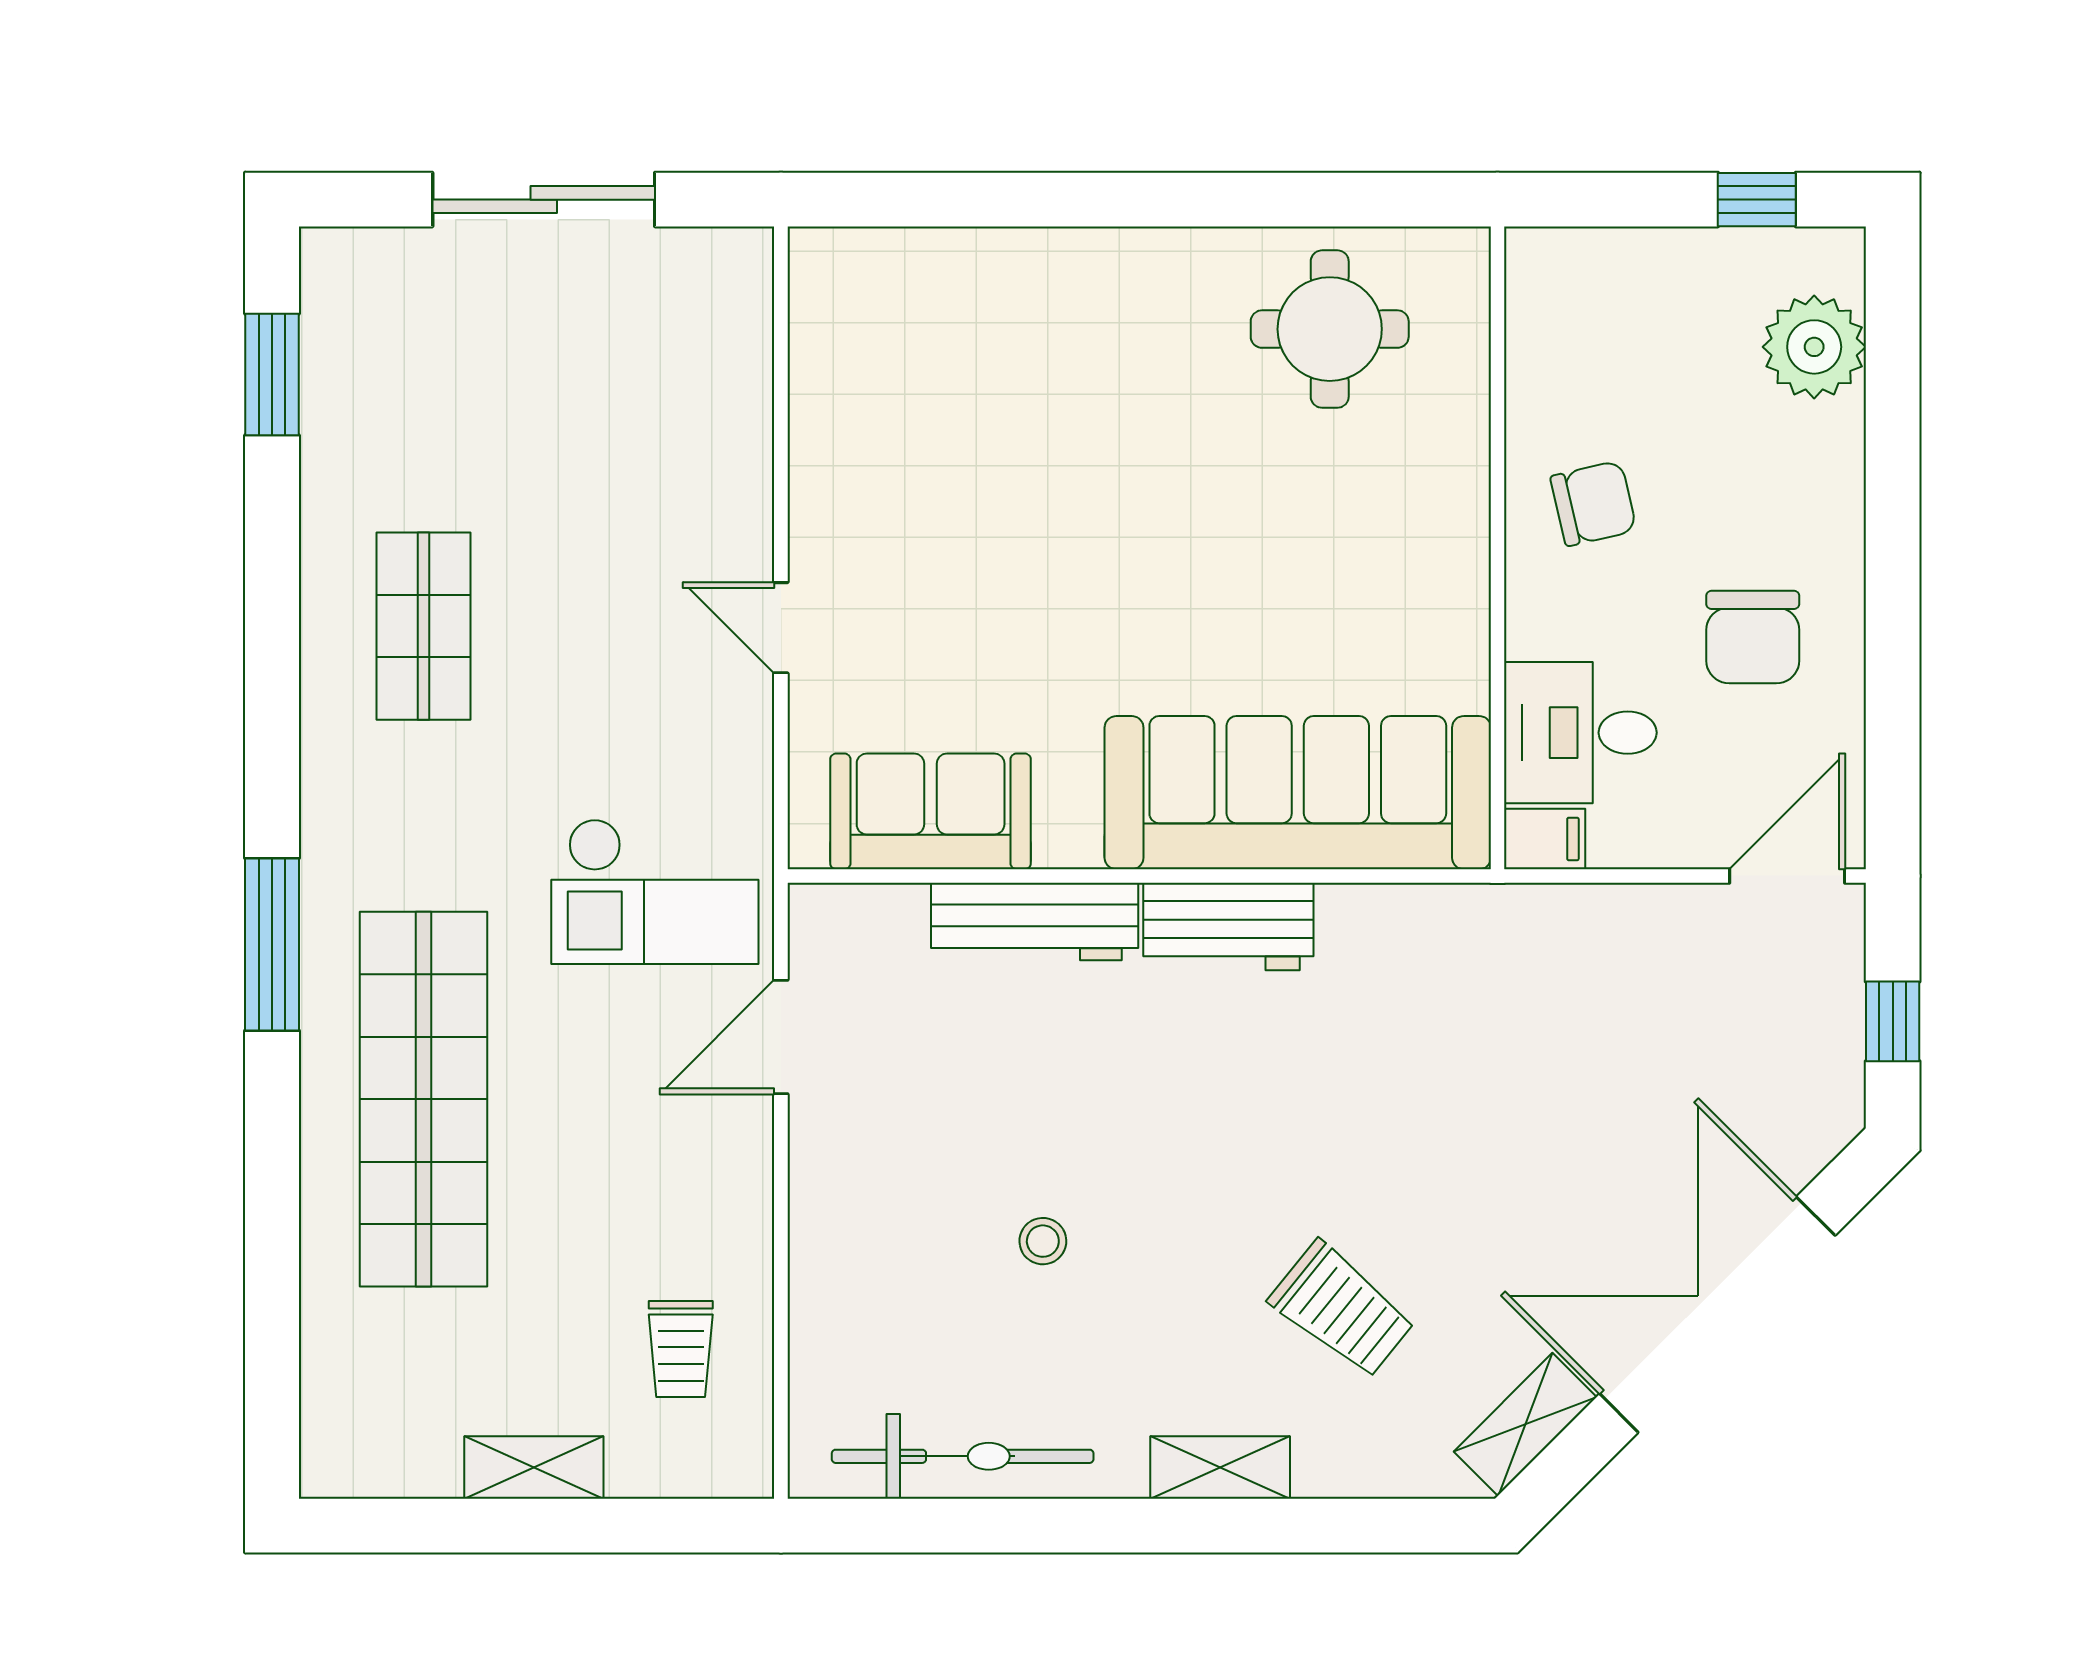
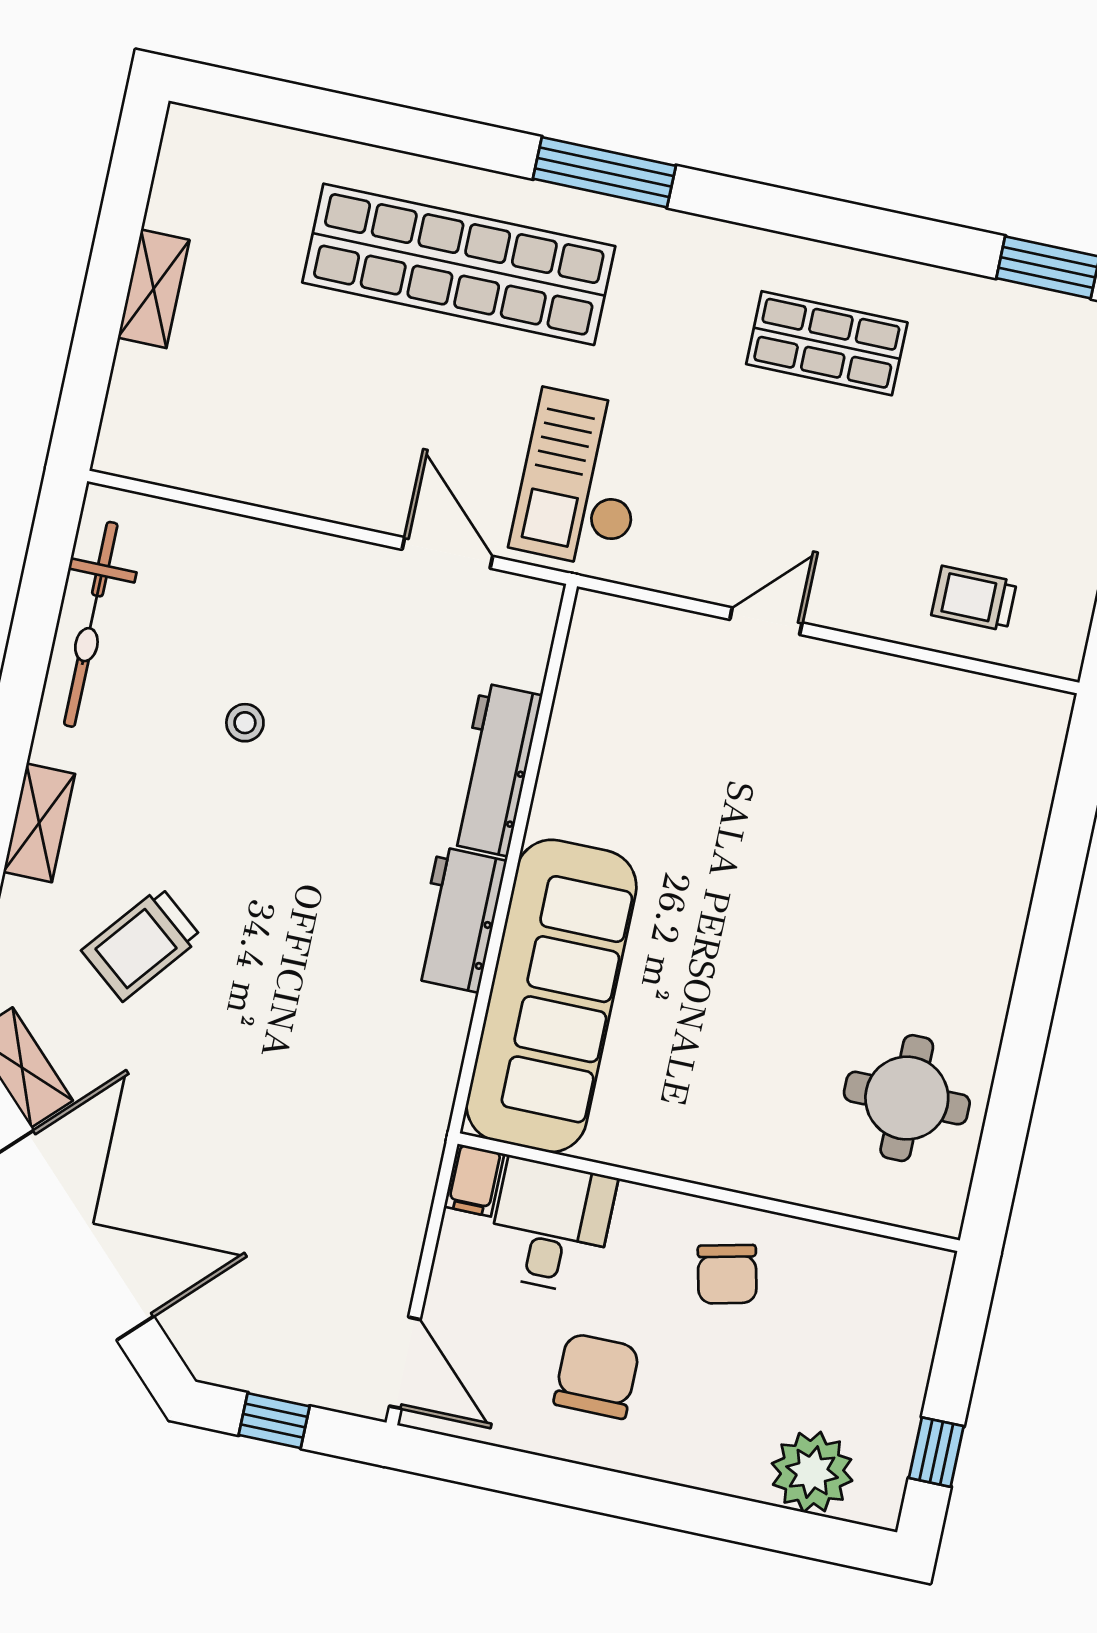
chair: (1753, 637) -> (597, 1376), turned 90
sofa: (931, 811) -> (598, 707), removed
trolley: (681, 1349) -> (974, 598), moved

